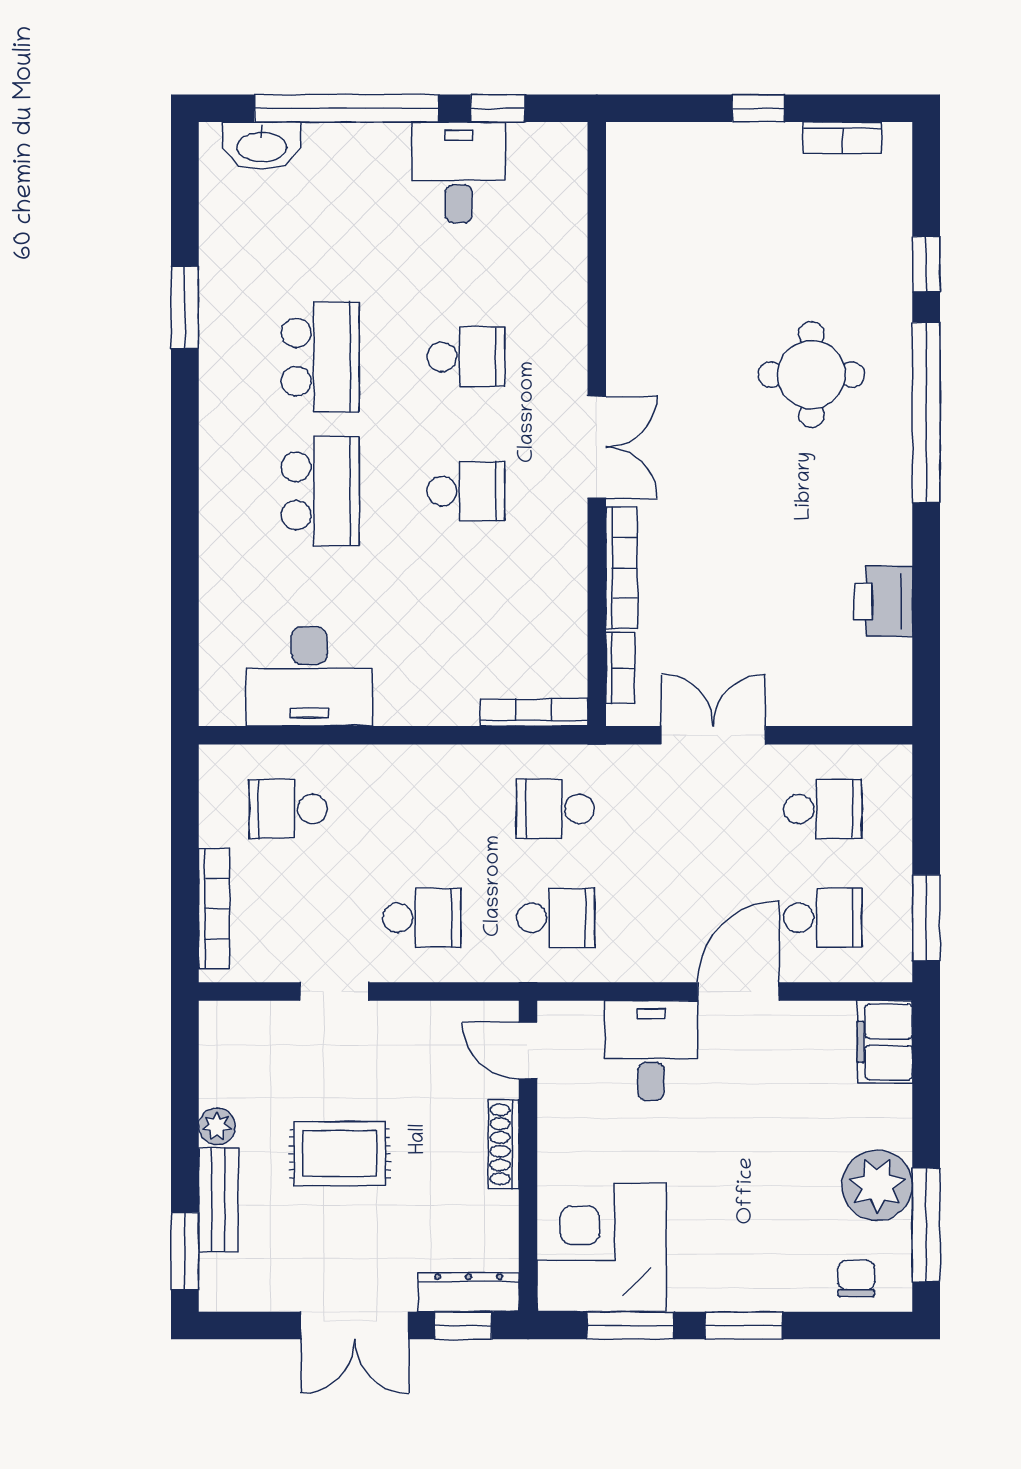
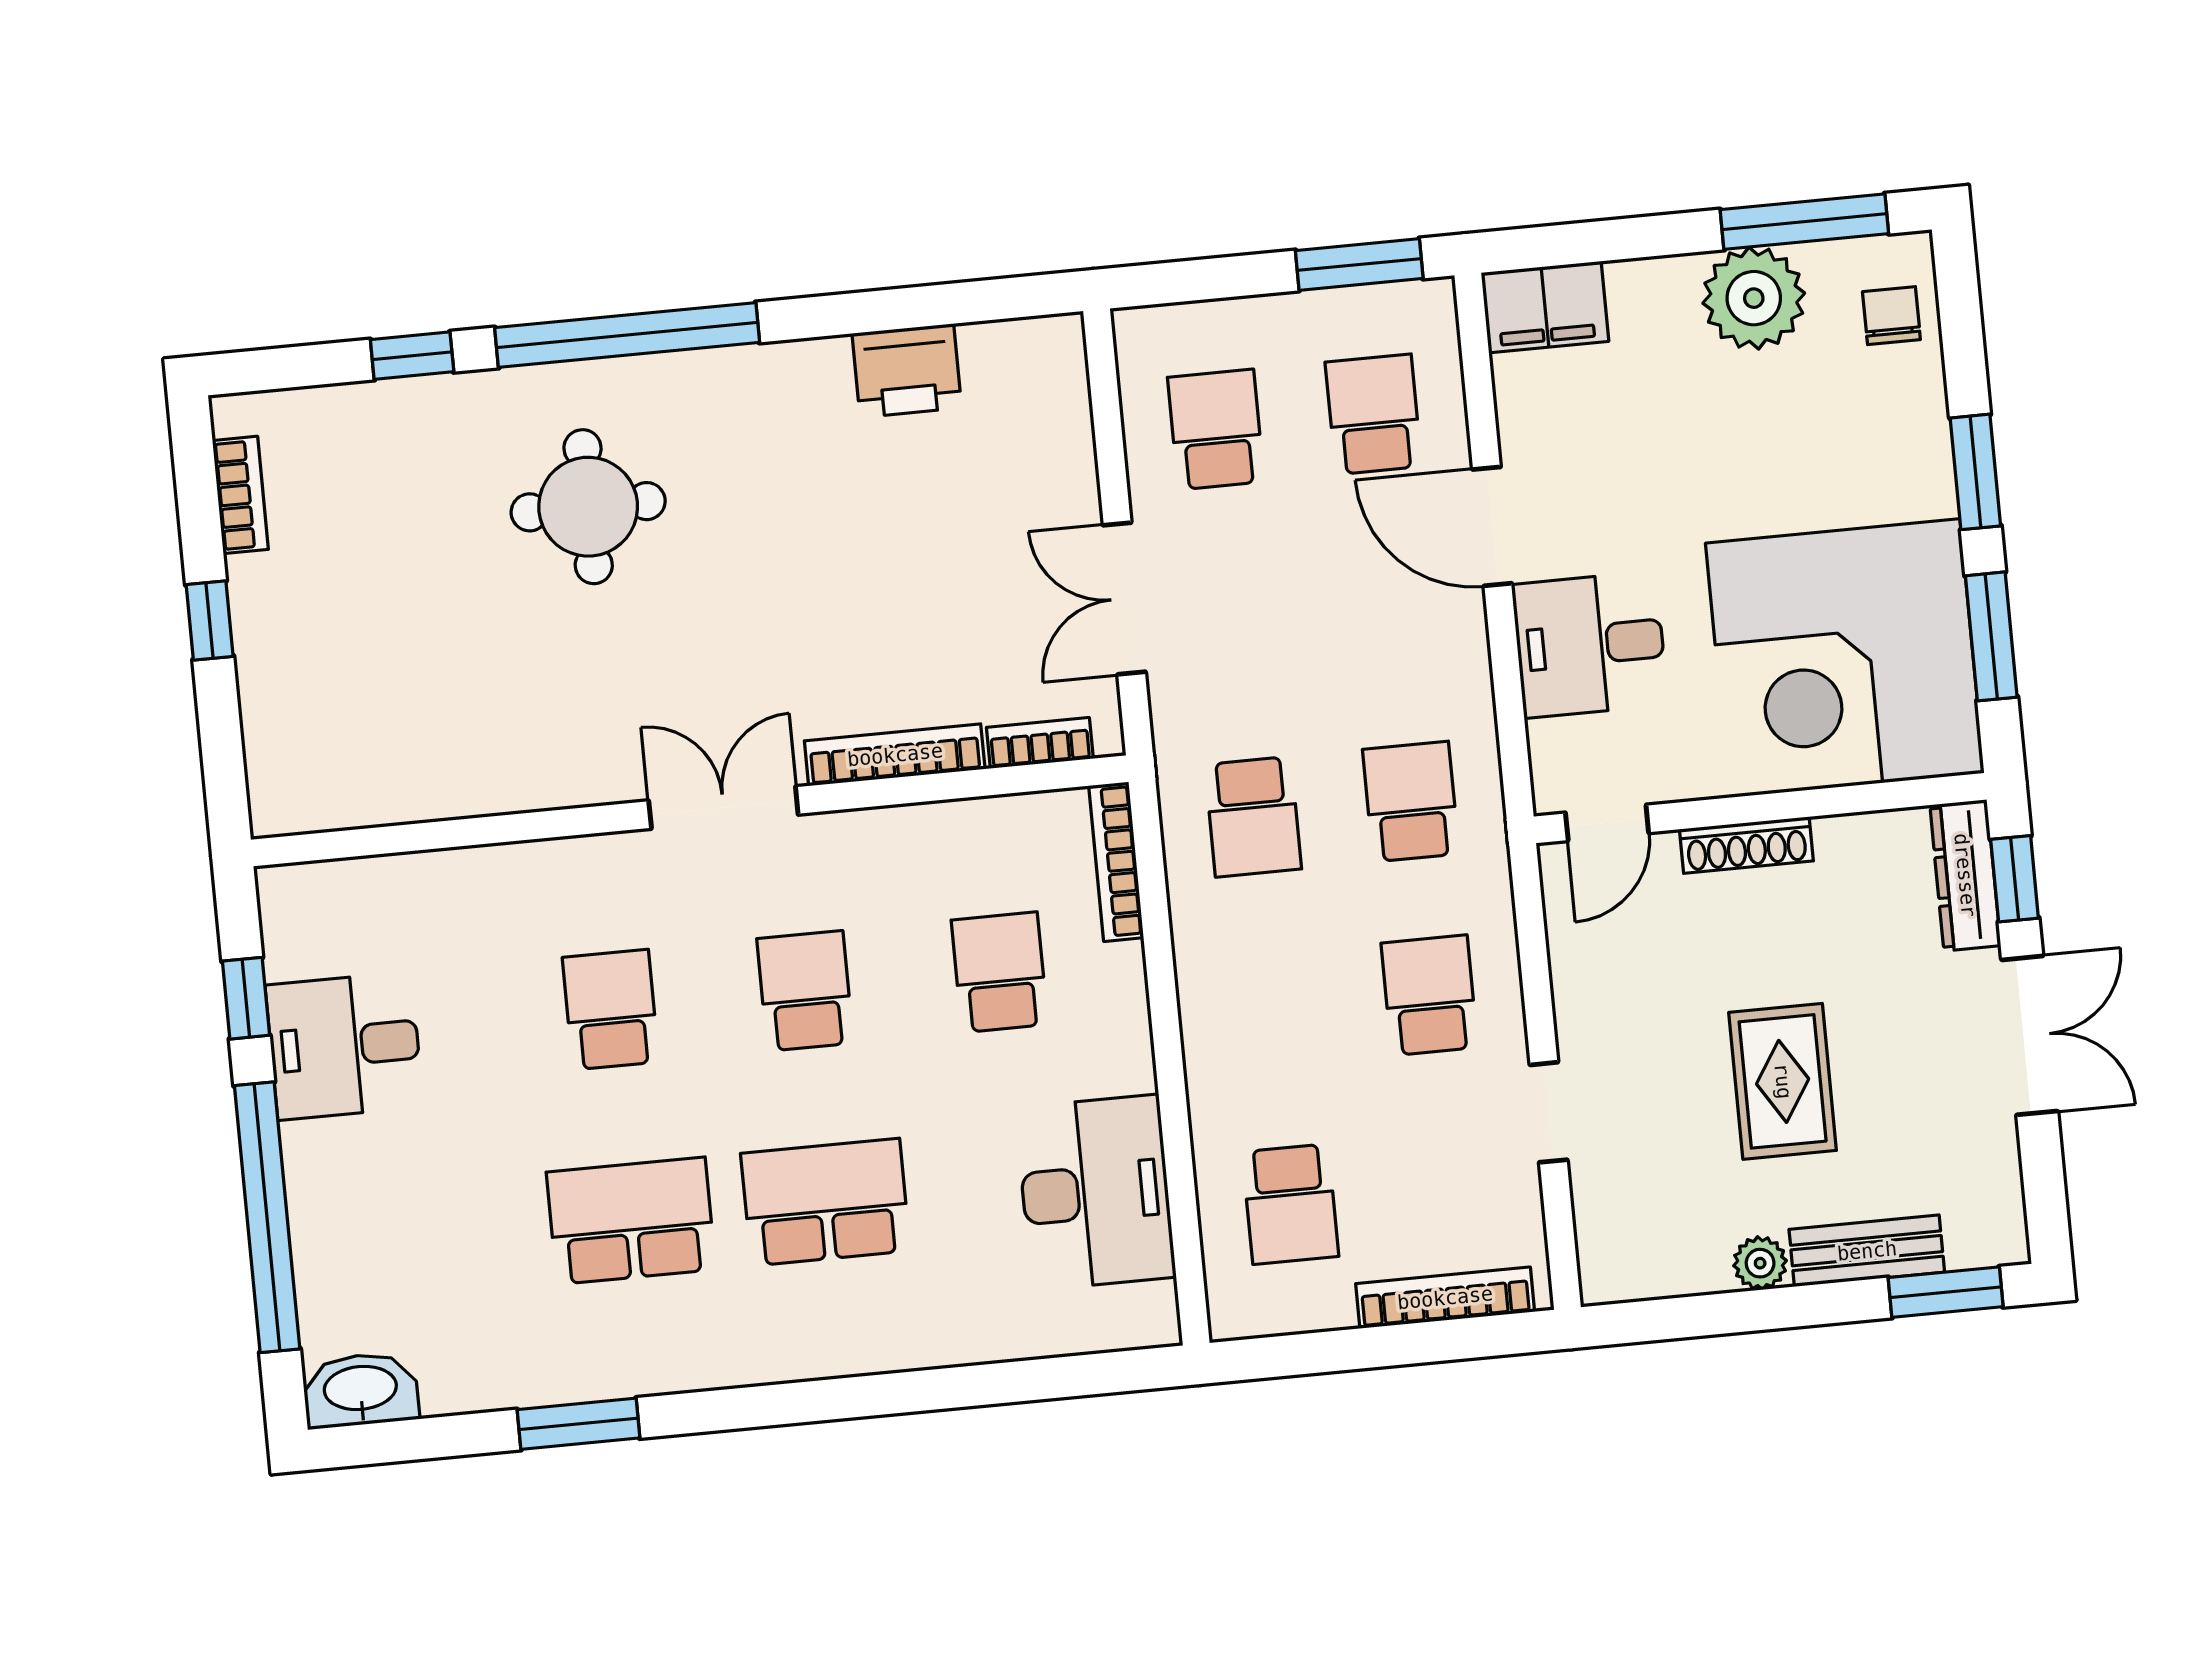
washbasin: (262, 146) -> (361, 1390), moved, turned -90
school desk: (466, 625) -> (1000, 972), added
corner desk: (602, 1247) -> (1845, 658), width x1.36, depth x1.36
chair: (856, 1278) -> (1891, 316), turned 90

